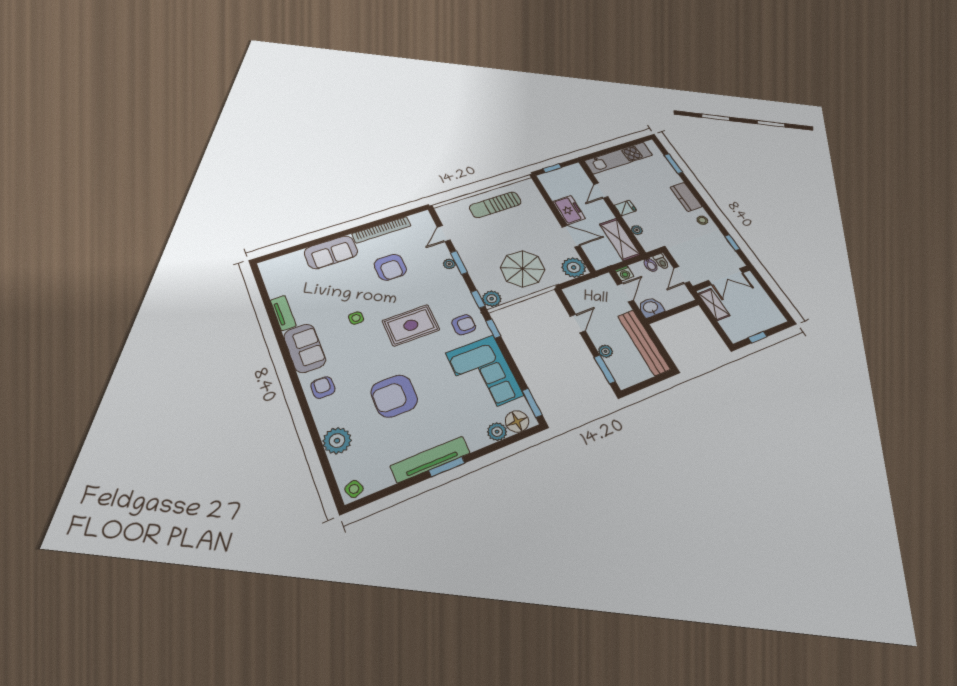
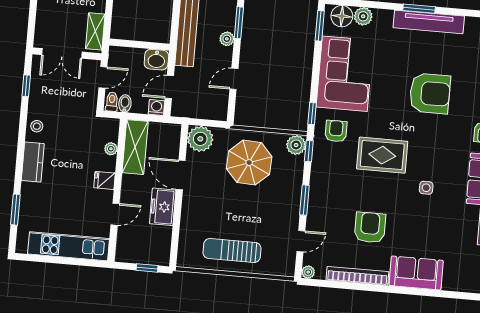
sun lounger: (495, 205) -> (232, 250), turned 180
plant: (449, 264) -> (308, 272), moved
double door: (726, 277) -> (62, 53), swing flipped
armchair: (464, 325) -> (336, 131), turned 90

